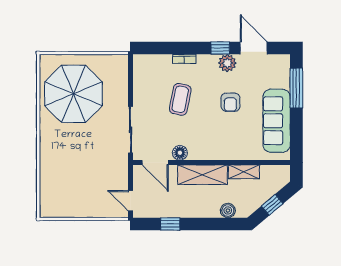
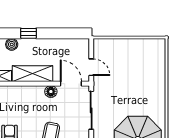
door: (130, 201) -> (91, 67), moved
window: (170, 224) -> (29, 33), moved

